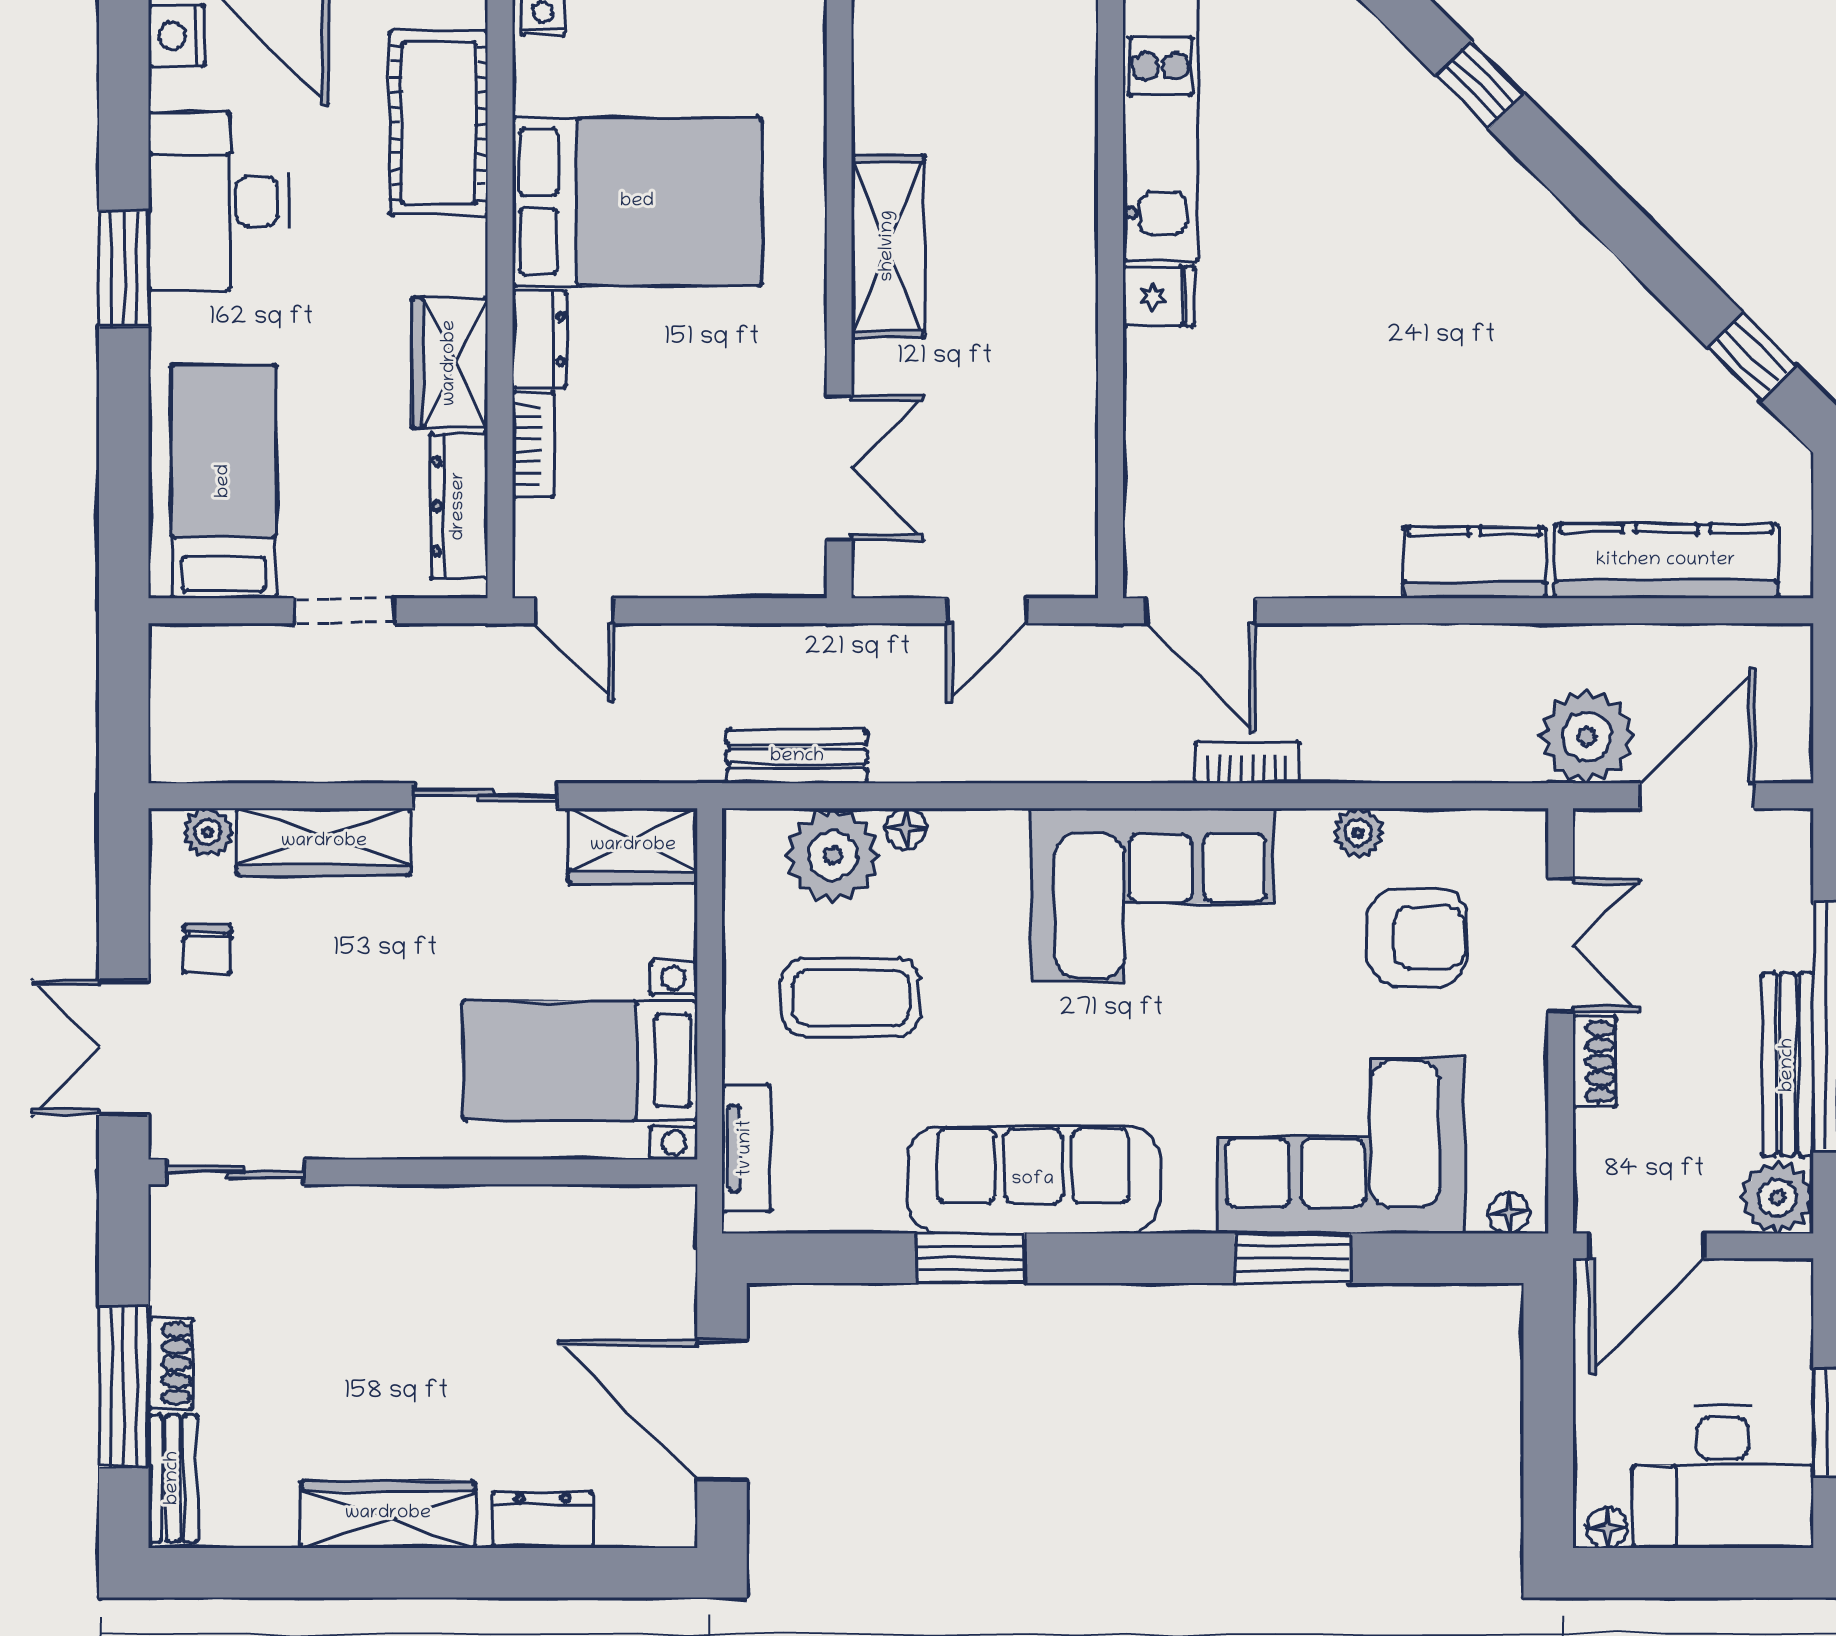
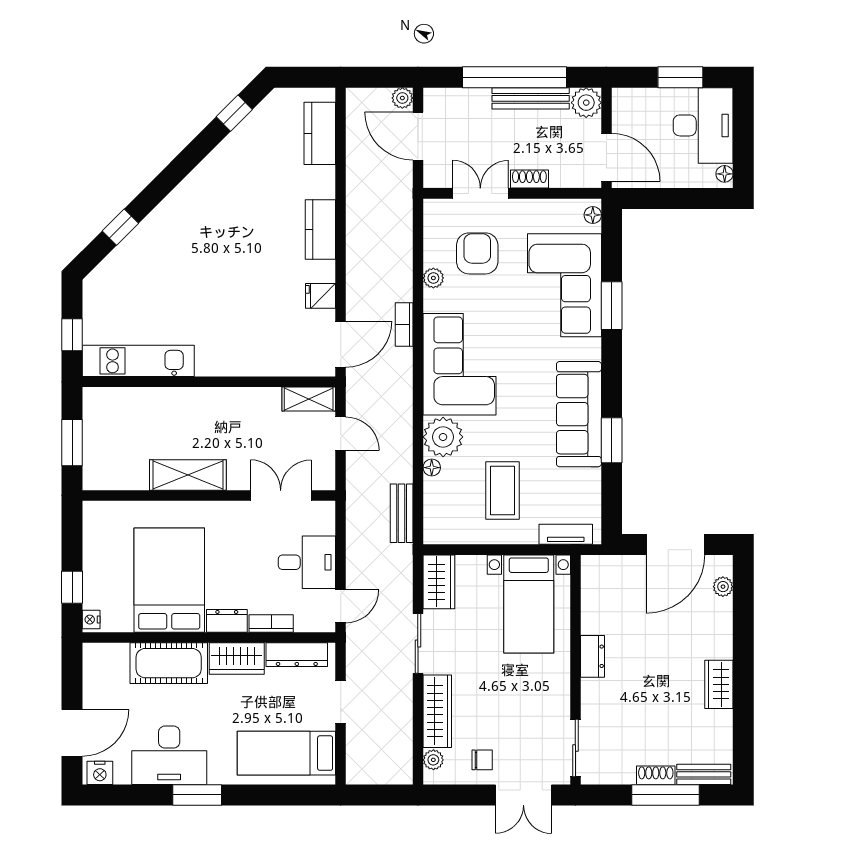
cot: (439, 123) -> (169, 663), moved
fridge: (1158, 296) -> (320, 296), moved, turned -90
desk: (680, 530) -> (307, 562), added
shelving: (1069, 535) -> (309, 399), added
kitchen counter: (1666, 561) -> (320, 133), width x0.67
plant: (1587, 737) -> (402, 98), moved, width x0.53, depth x0.53
plant: (833, 856) -> (443, 437), moved
wardrobe: (388, 1514) -> (719, 684), width x0.67
dresser: (542, 1520) -> (592, 656), moved, turned 180
plant: (621, 1524) -> (723, 587), added

